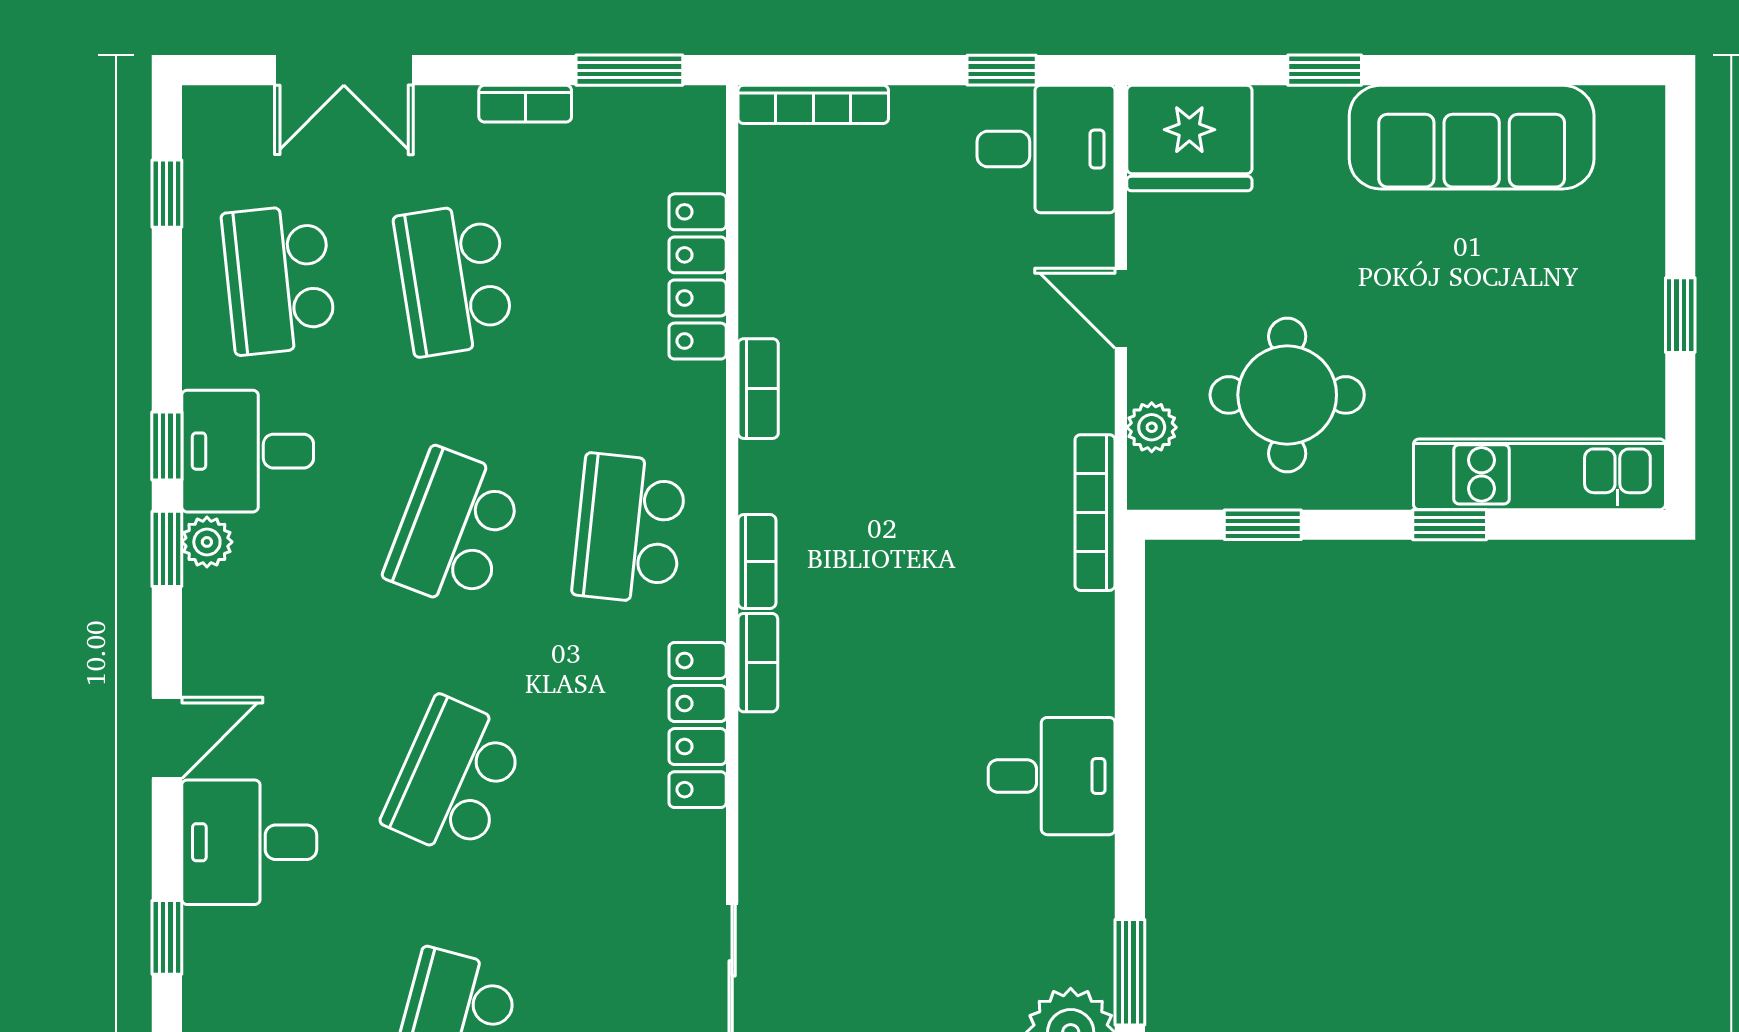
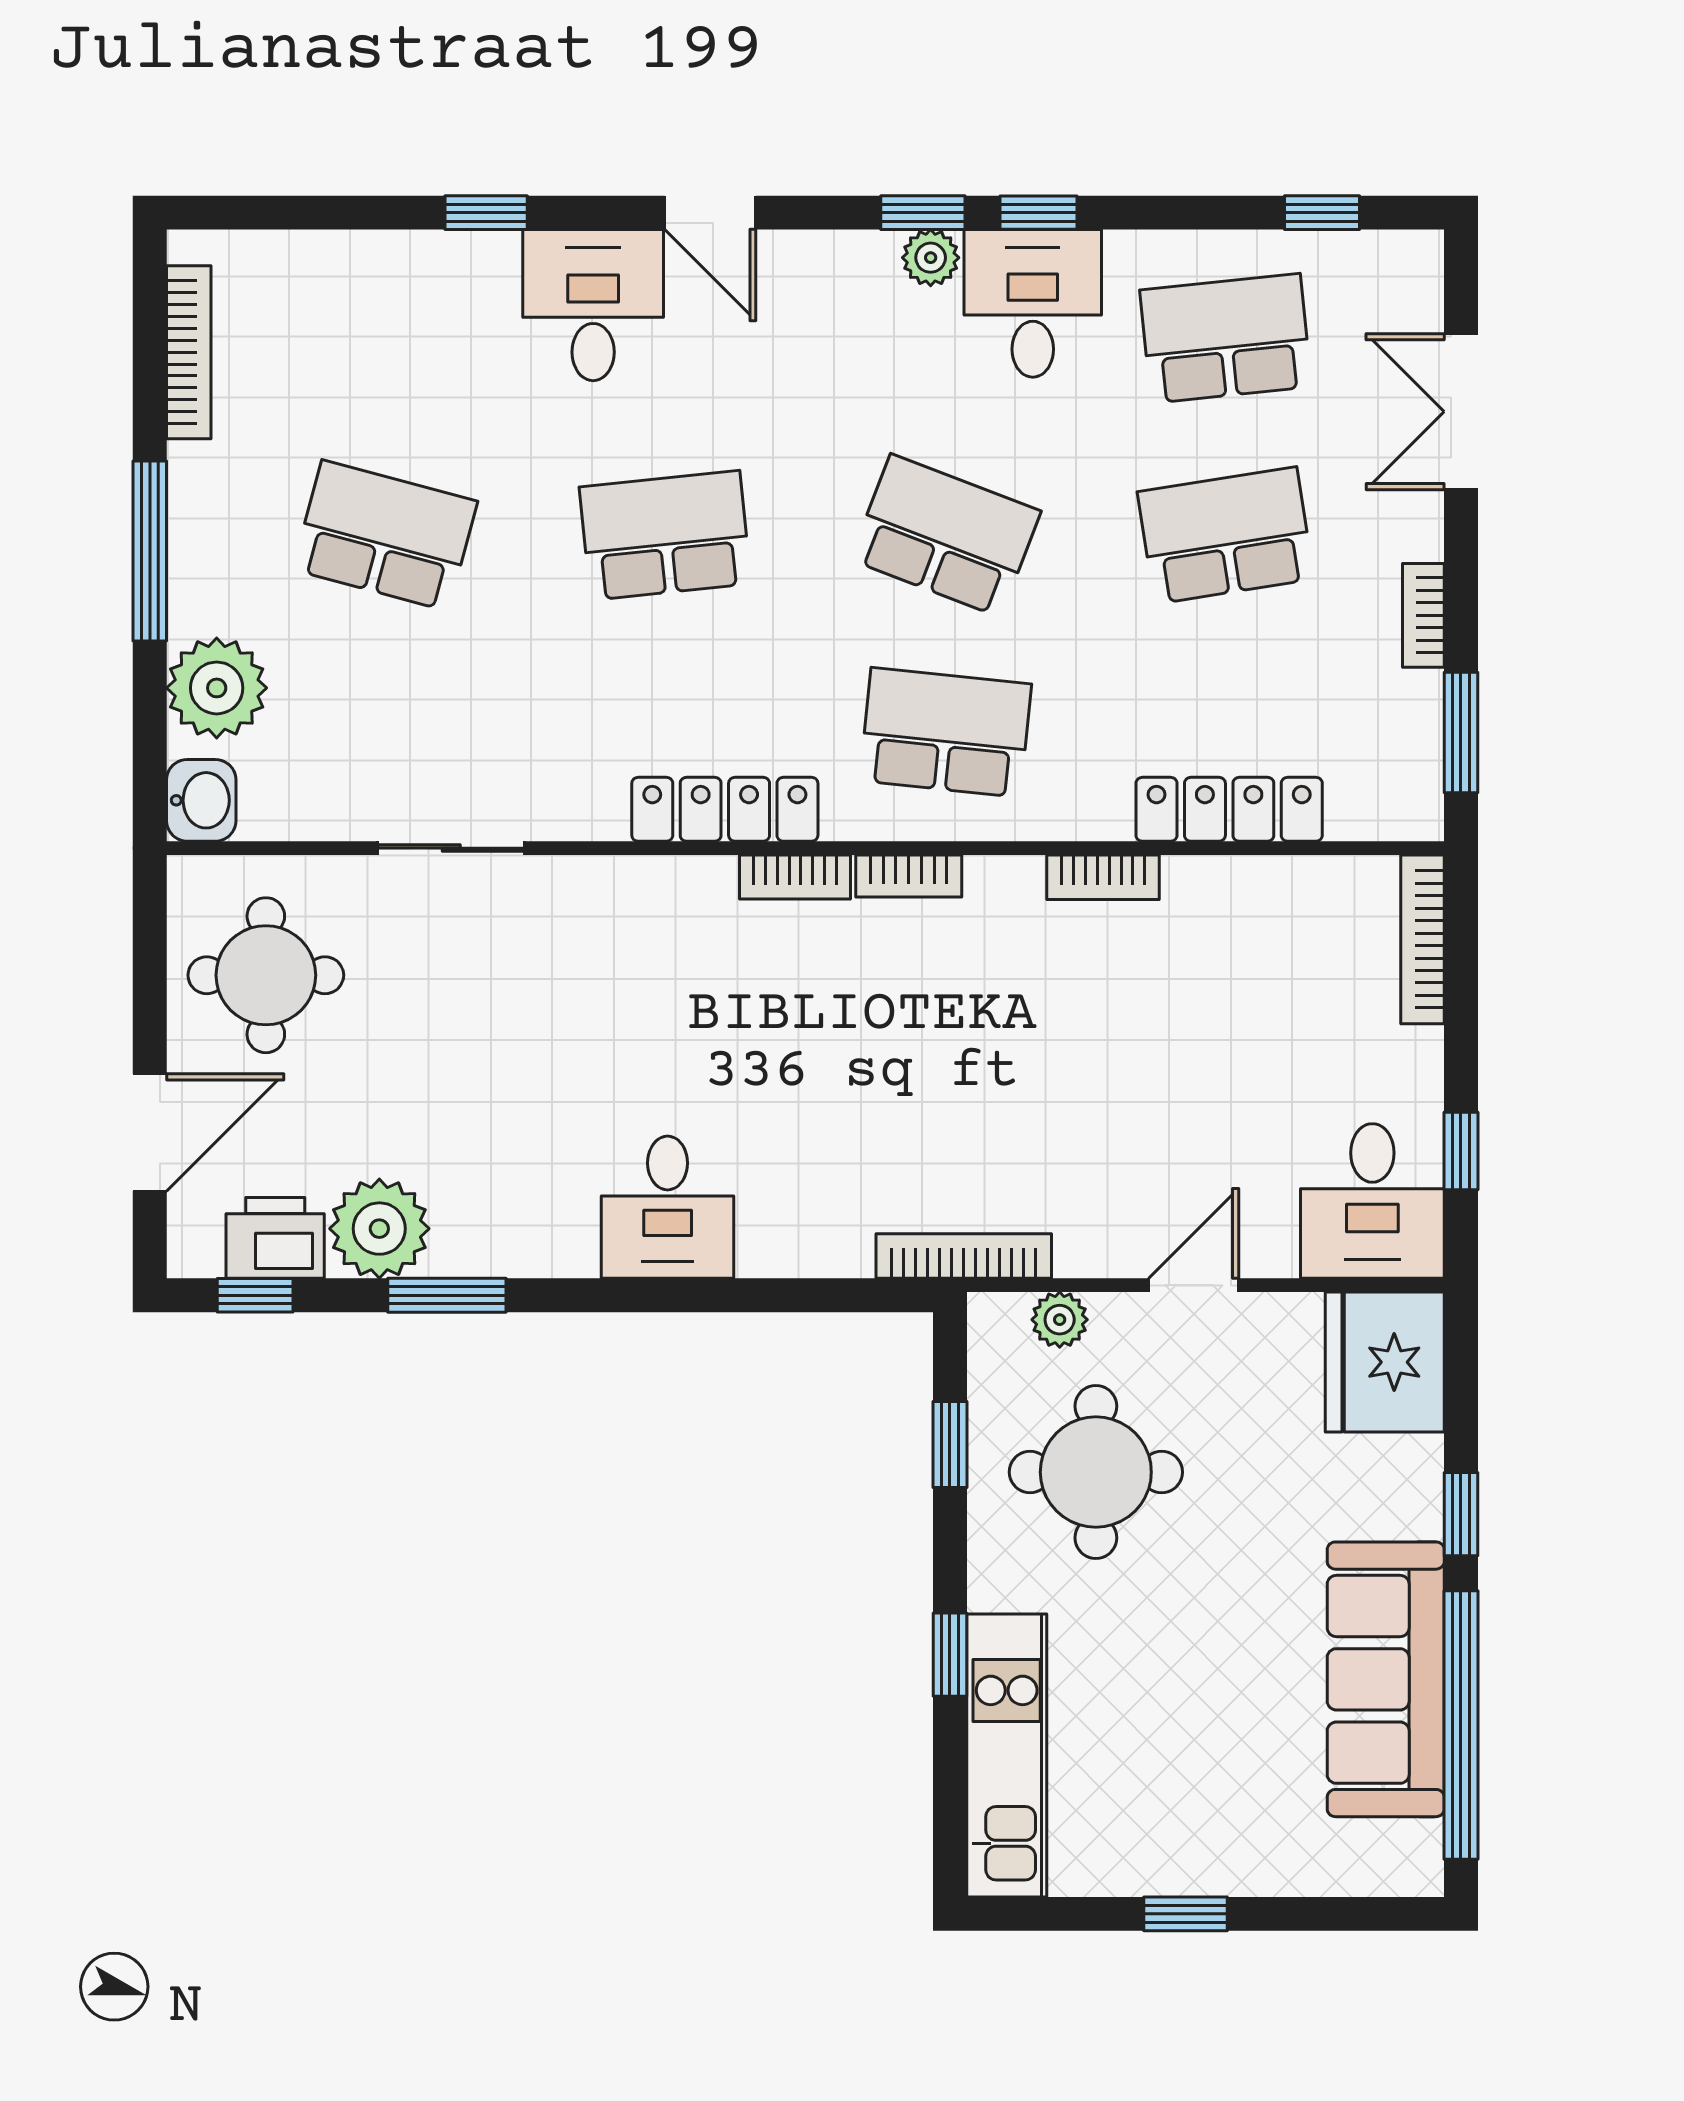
window: (1512, 70) -> (1461, 1725), added
school desk: (454, 778) -> (665, 535), turned -30

